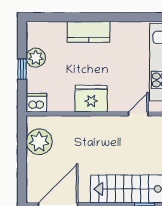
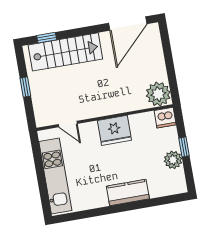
door: (138, 114) -> (68, 124), hinge flipped
plant: (39, 142) -> (158, 94), moved

